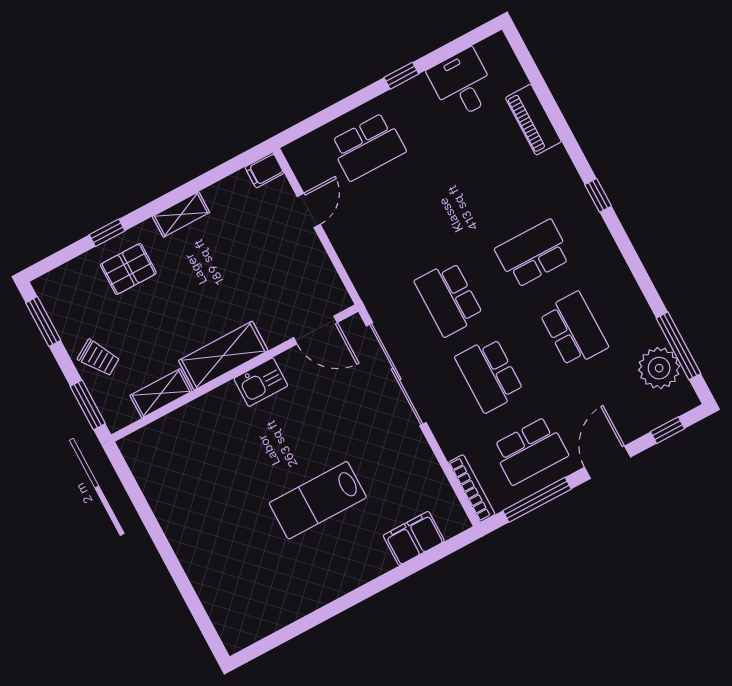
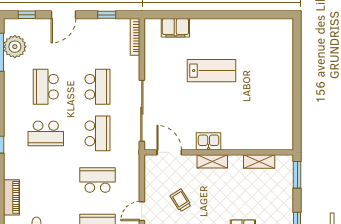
shelving: (223, 356) -> (212, 161), width x0.67, depth x0.75
trolley: (98, 358) -> (181, 200), moved
school desk: (530, 451) -> (98, 180), moved
window: (537, 500) -> (107, 15), width x0.46

